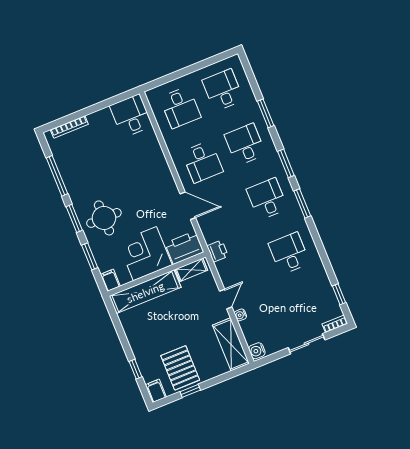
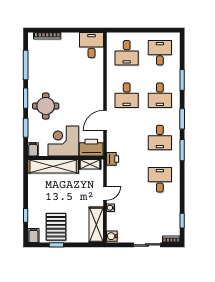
desk: (245, 144) -> (160, 95), turned 180
desk: (267, 199) -> (160, 137), turned 180
door: (188, 206) -> (105, 120), swing flipped

